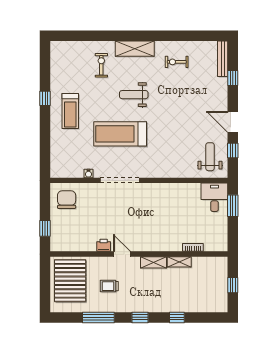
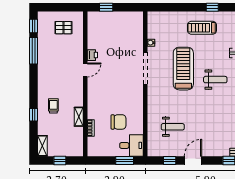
weight bench: (134, 95) -> (215, 80), turned 90
weight bench: (210, 157) -> (173, 127), moved
chair: (67, 200) -> (118, 122), moved
shelving: (153, 262) -> (42, 146), moved
pallet: (70, 281) -> (63, 28), width x0.49, depth x0.50
trolley: (109, 286) -> (53, 106), moved
window: (140, 317) -> (33, 26), moved

